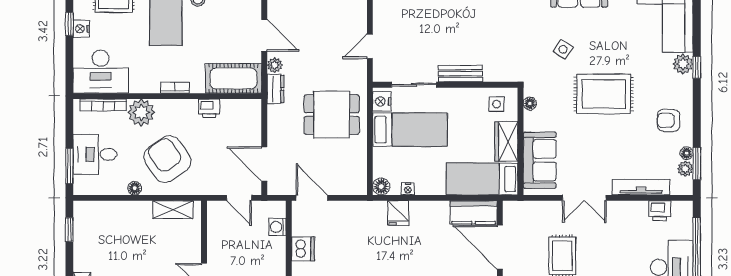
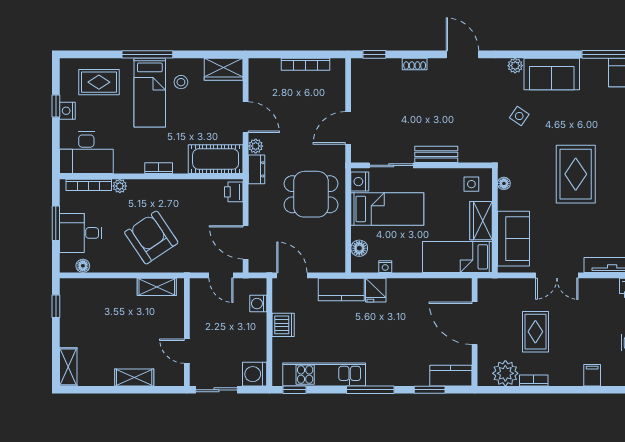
door: (370, 46) -> (348, 128), width x1.38
side table: (563, 49) -> (519, 116), moved
rug: (604, 94) -> (576, 174), turned 90
printer: (209, 108) -> (234, 192), moved, turned 90
plant: (141, 112) -> (120, 186), width x0.53, depth x0.53
window: (69, 166) -> (56, 223), moved
floor lamp: (381, 187) -> (359, 248), moved
floor lamp: (135, 188) -> (83, 266), moved
kitchen counter: (474, 212) -> (341, 289), moved

